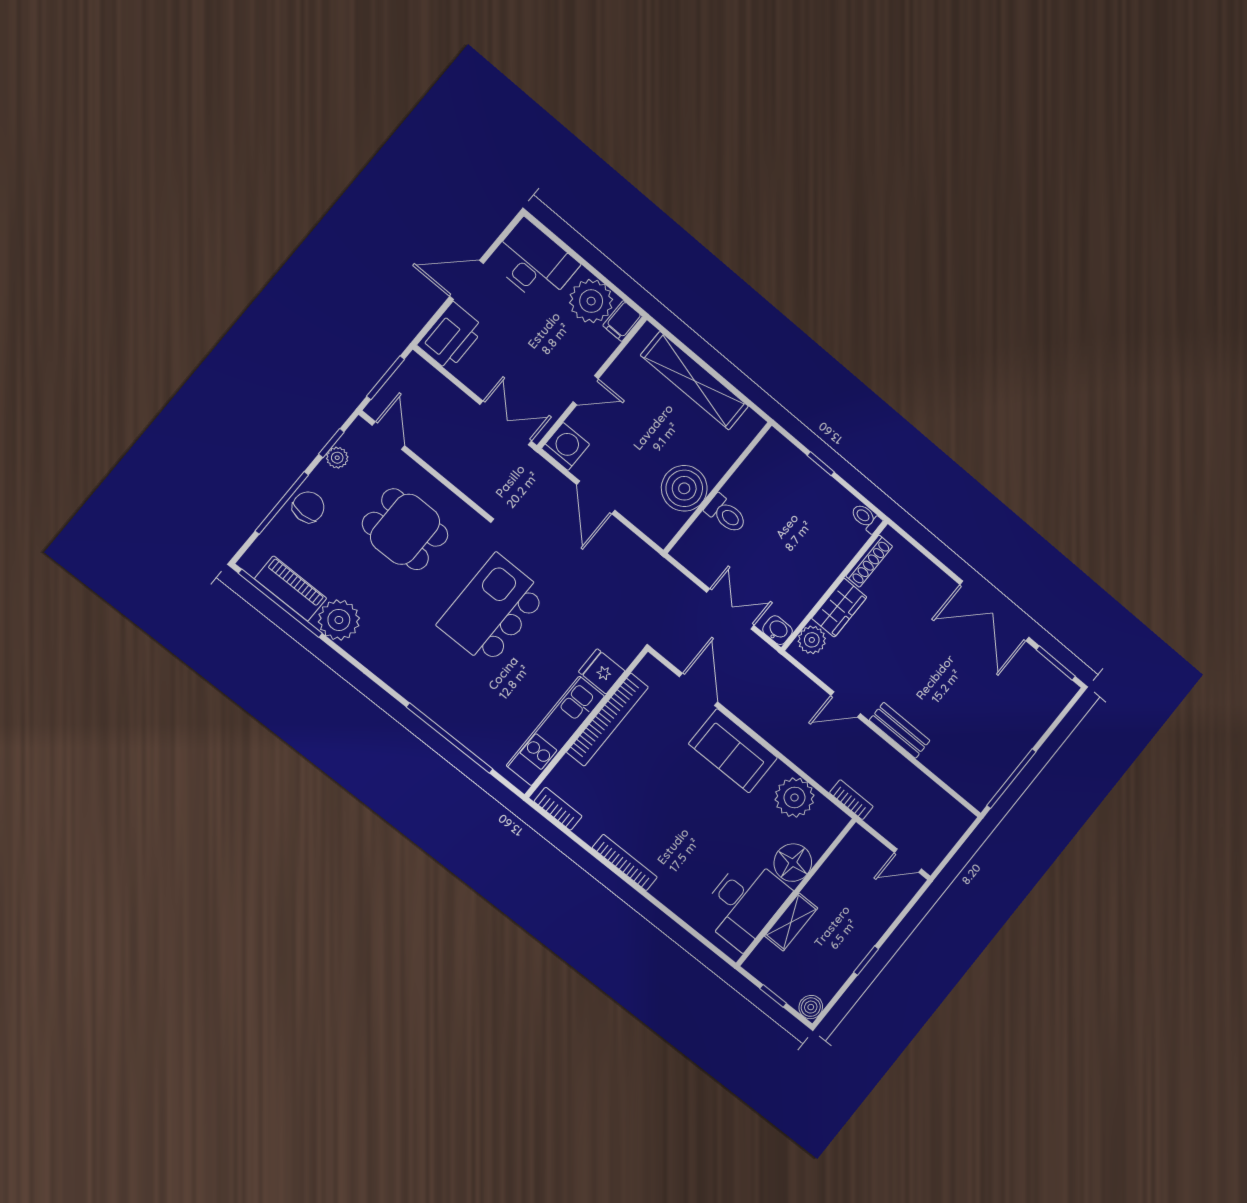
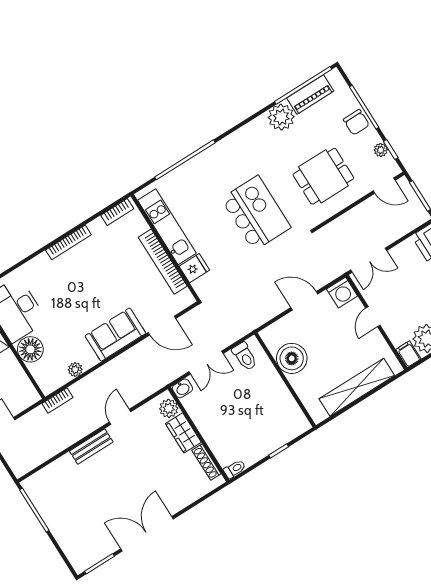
toilet: (726, 514) -> (245, 356), moved, turned -90
plant: (795, 797) -> (75, 370), width x0.53, depth x0.53

